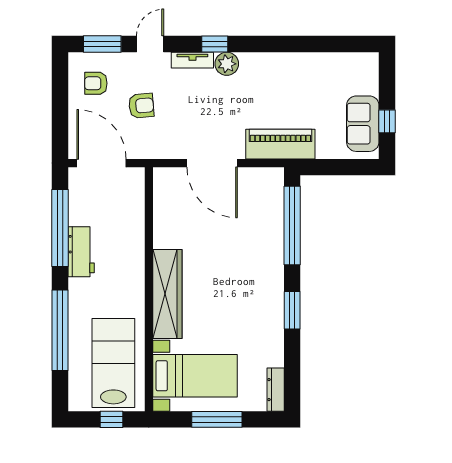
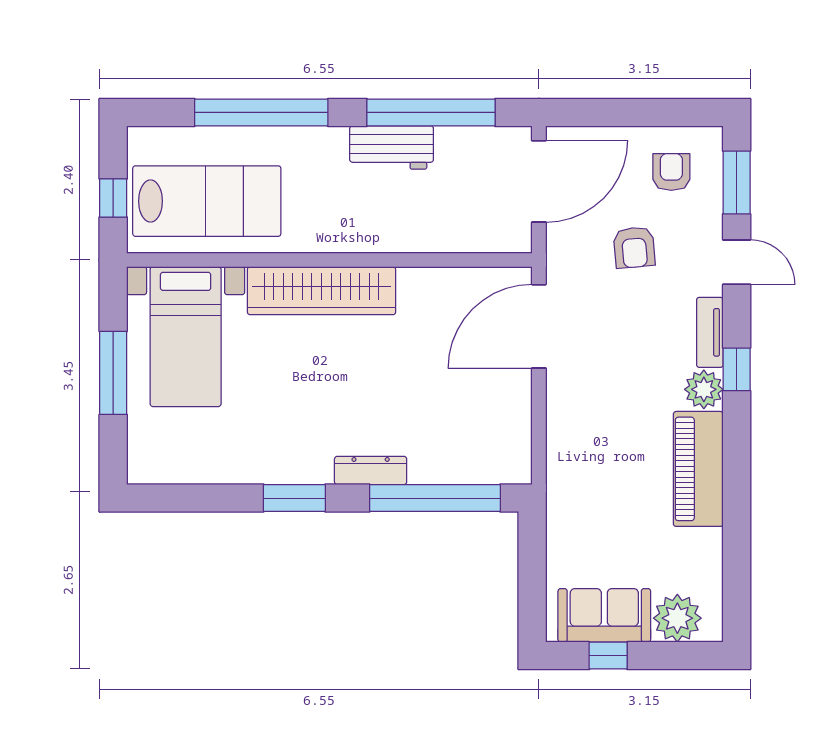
plant: (364, 80) -> (677, 618), added
piano: (280, 144) -> (698, 469), moved, turned 180
door: (212, 163) -> (539, 326), moved
dresser: (276, 390) -> (371, 470), moved

